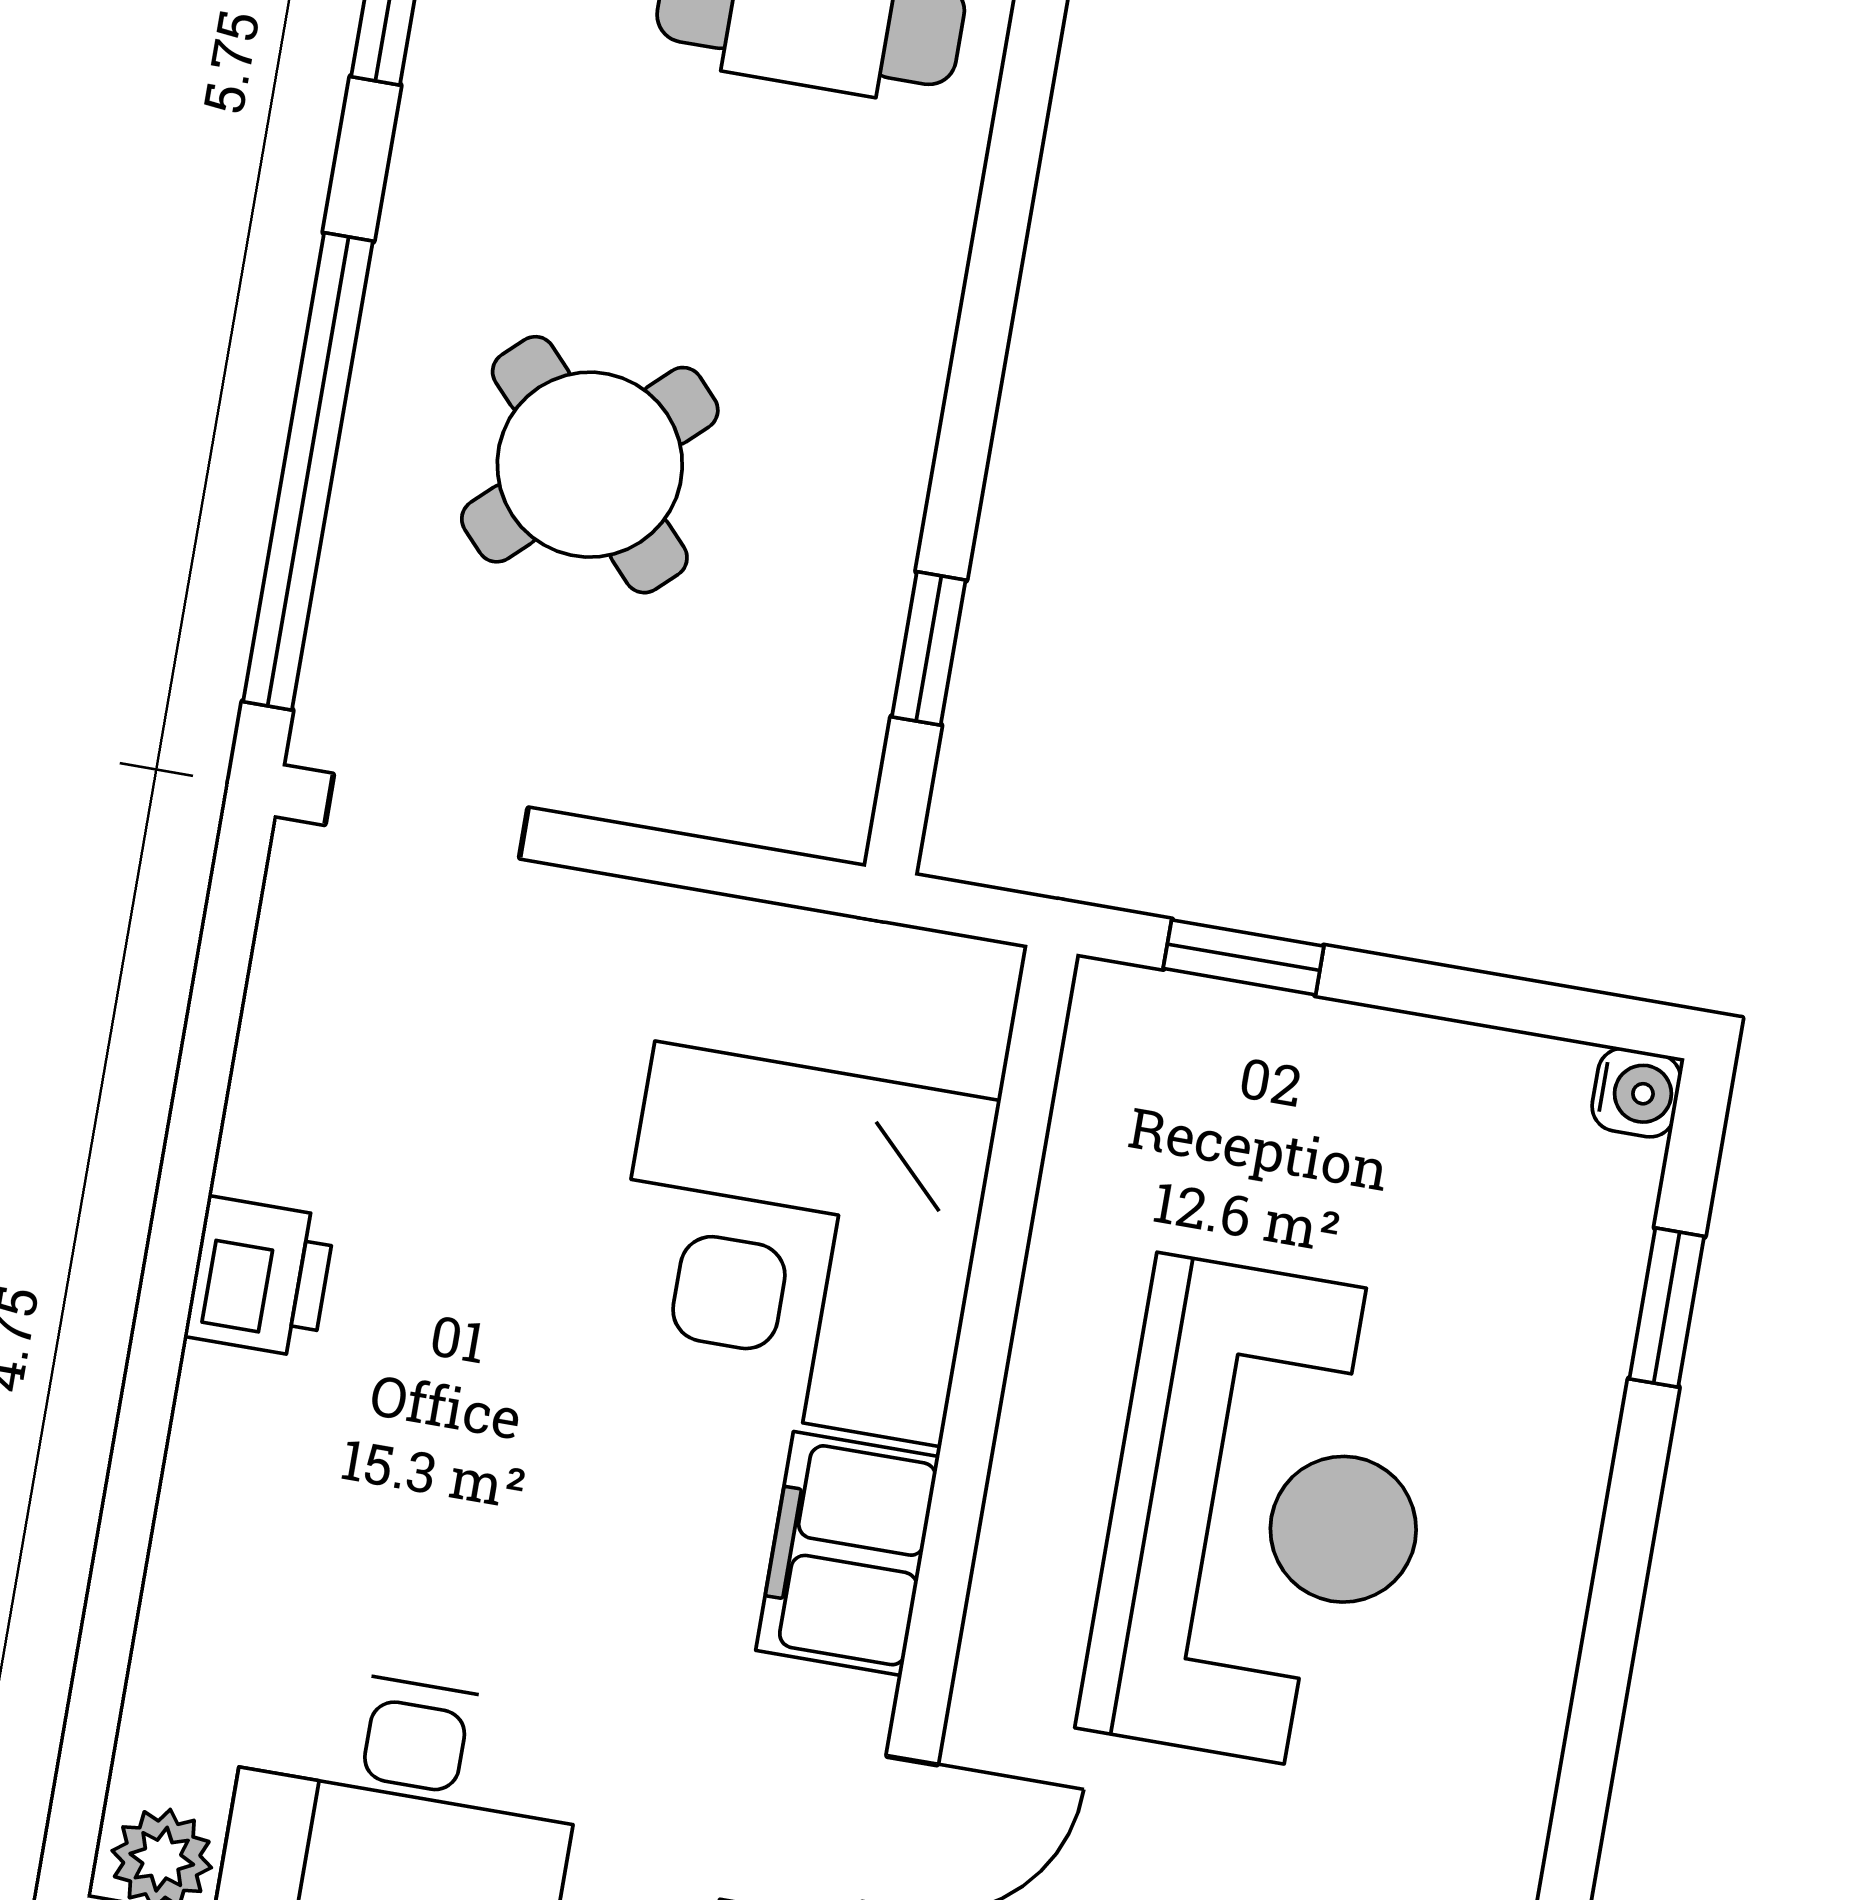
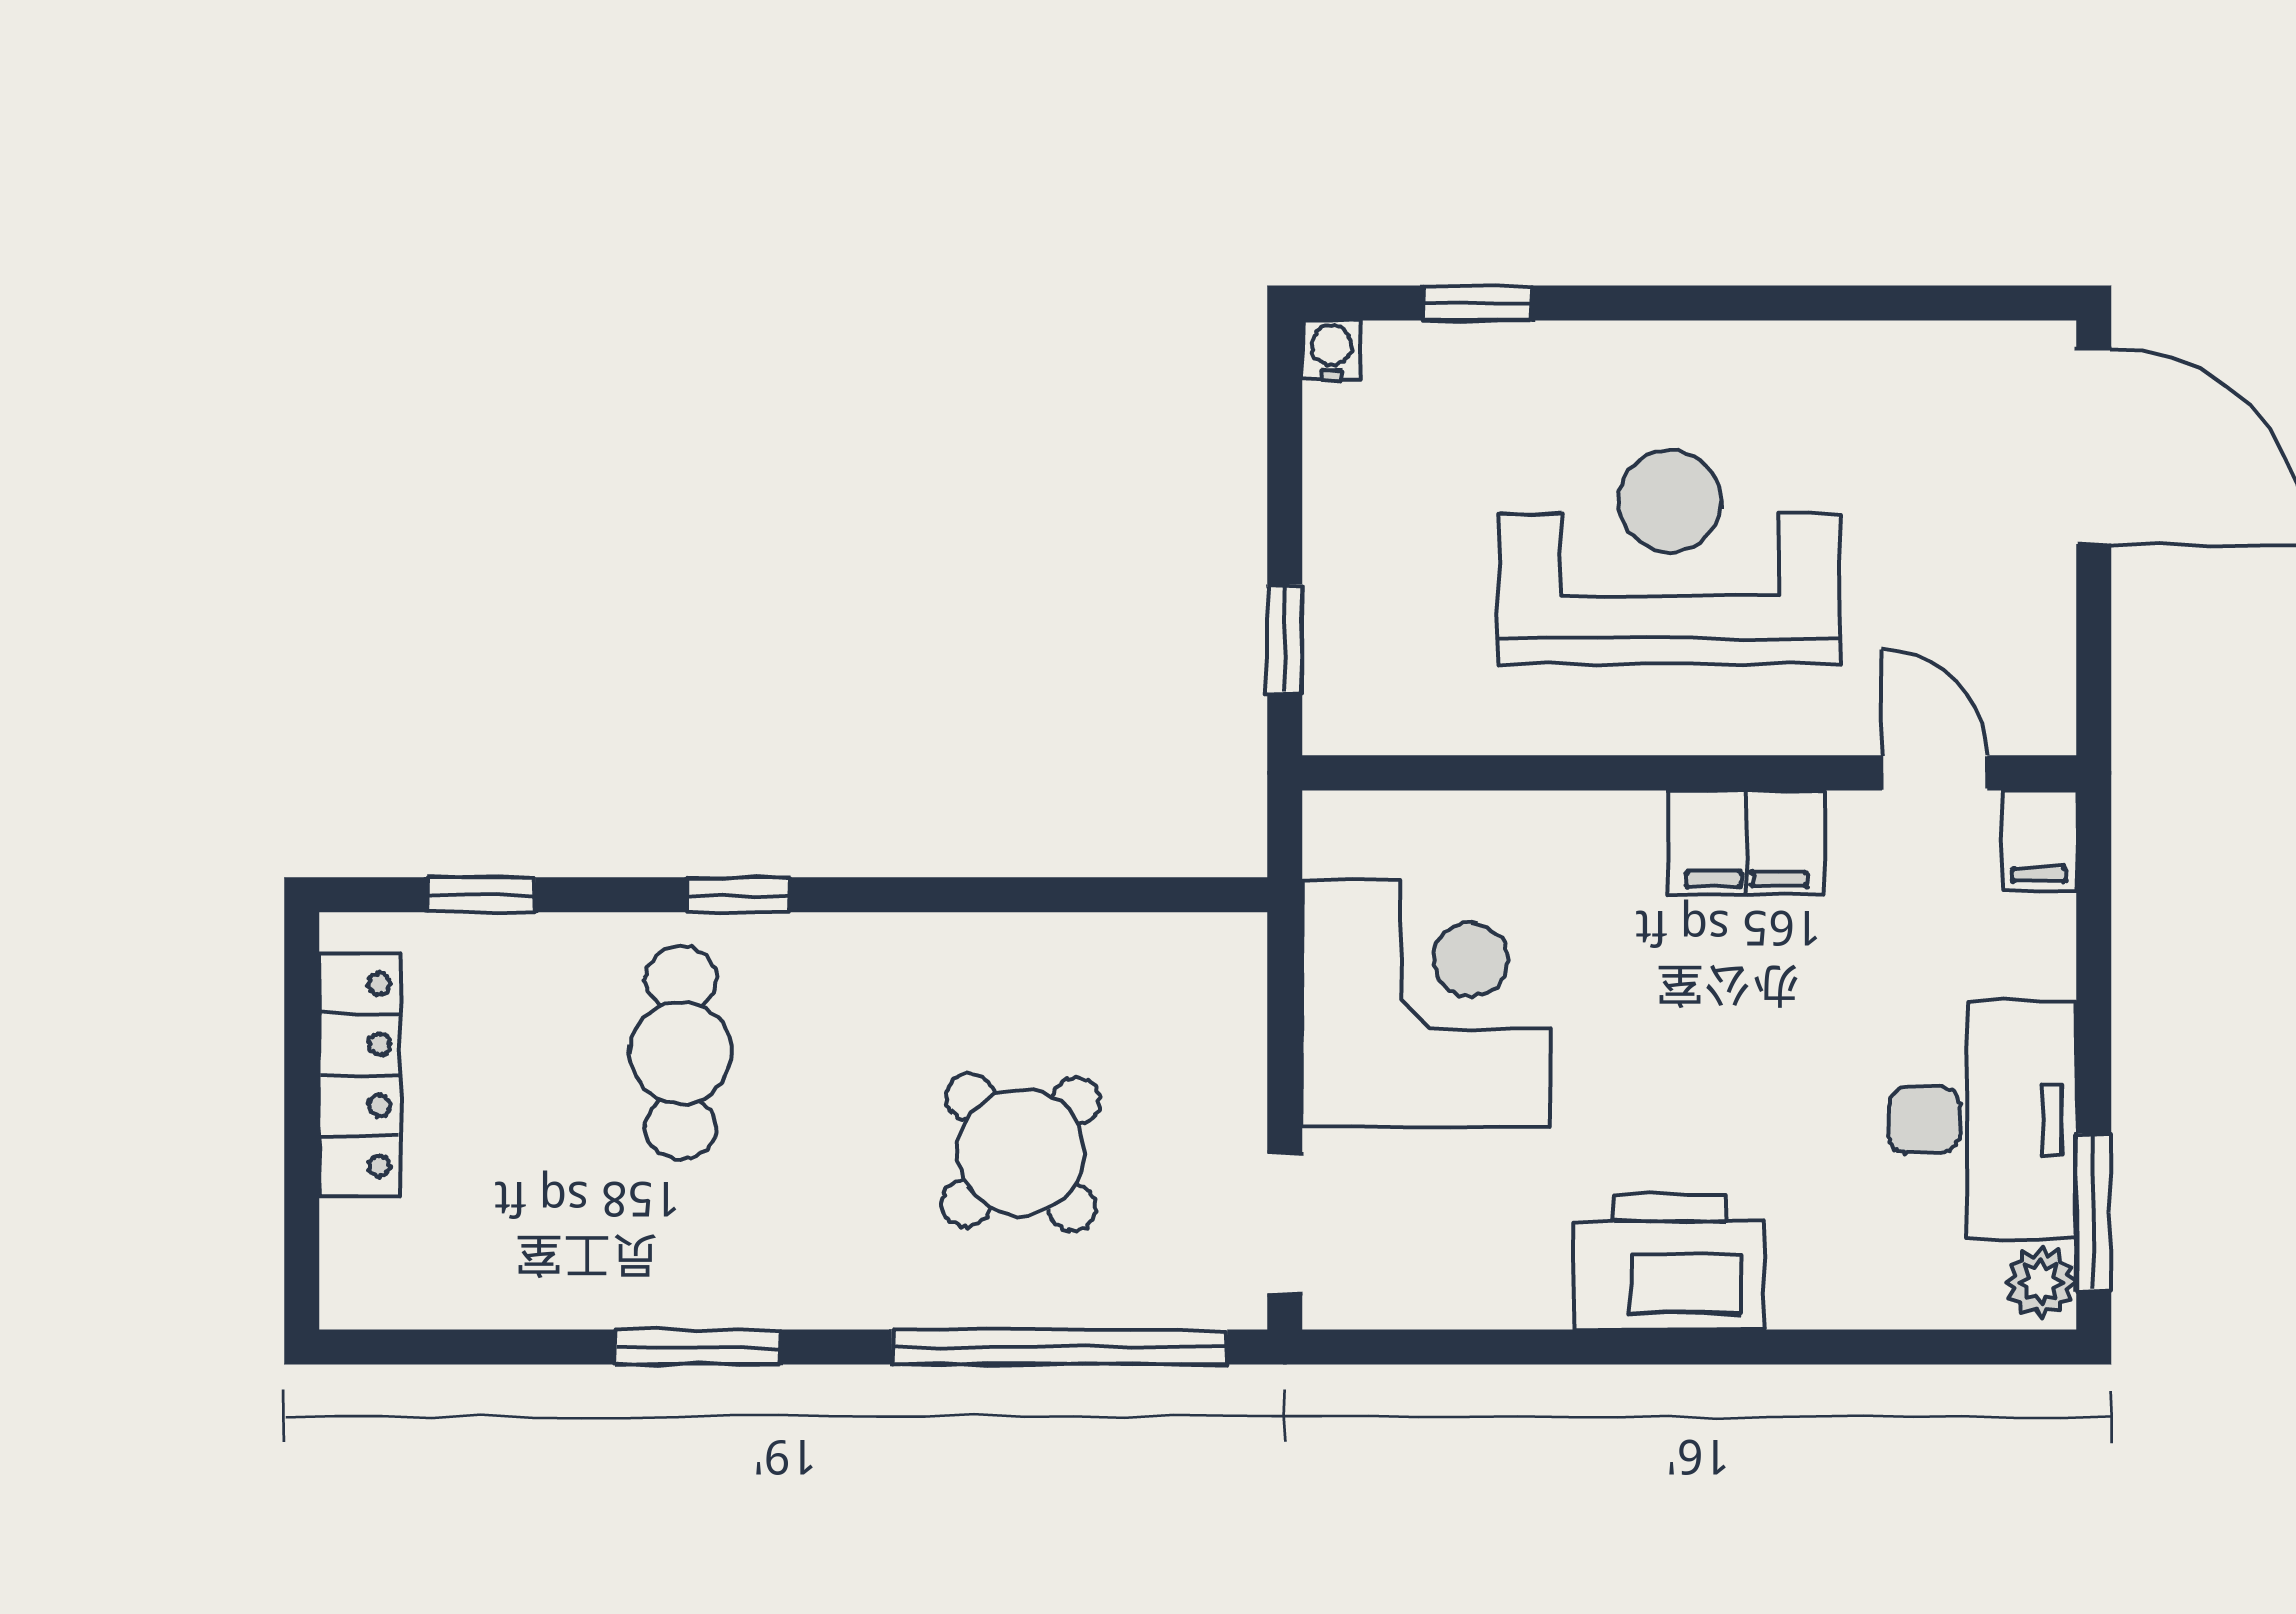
window: (929, 648) -> (739, 895), moved
corner desk: (798, 1244) -> (1426, 1004), moved, turned -90
printer: (260, 1277) -> (1669, 1262), width x1.87, depth x1.48

